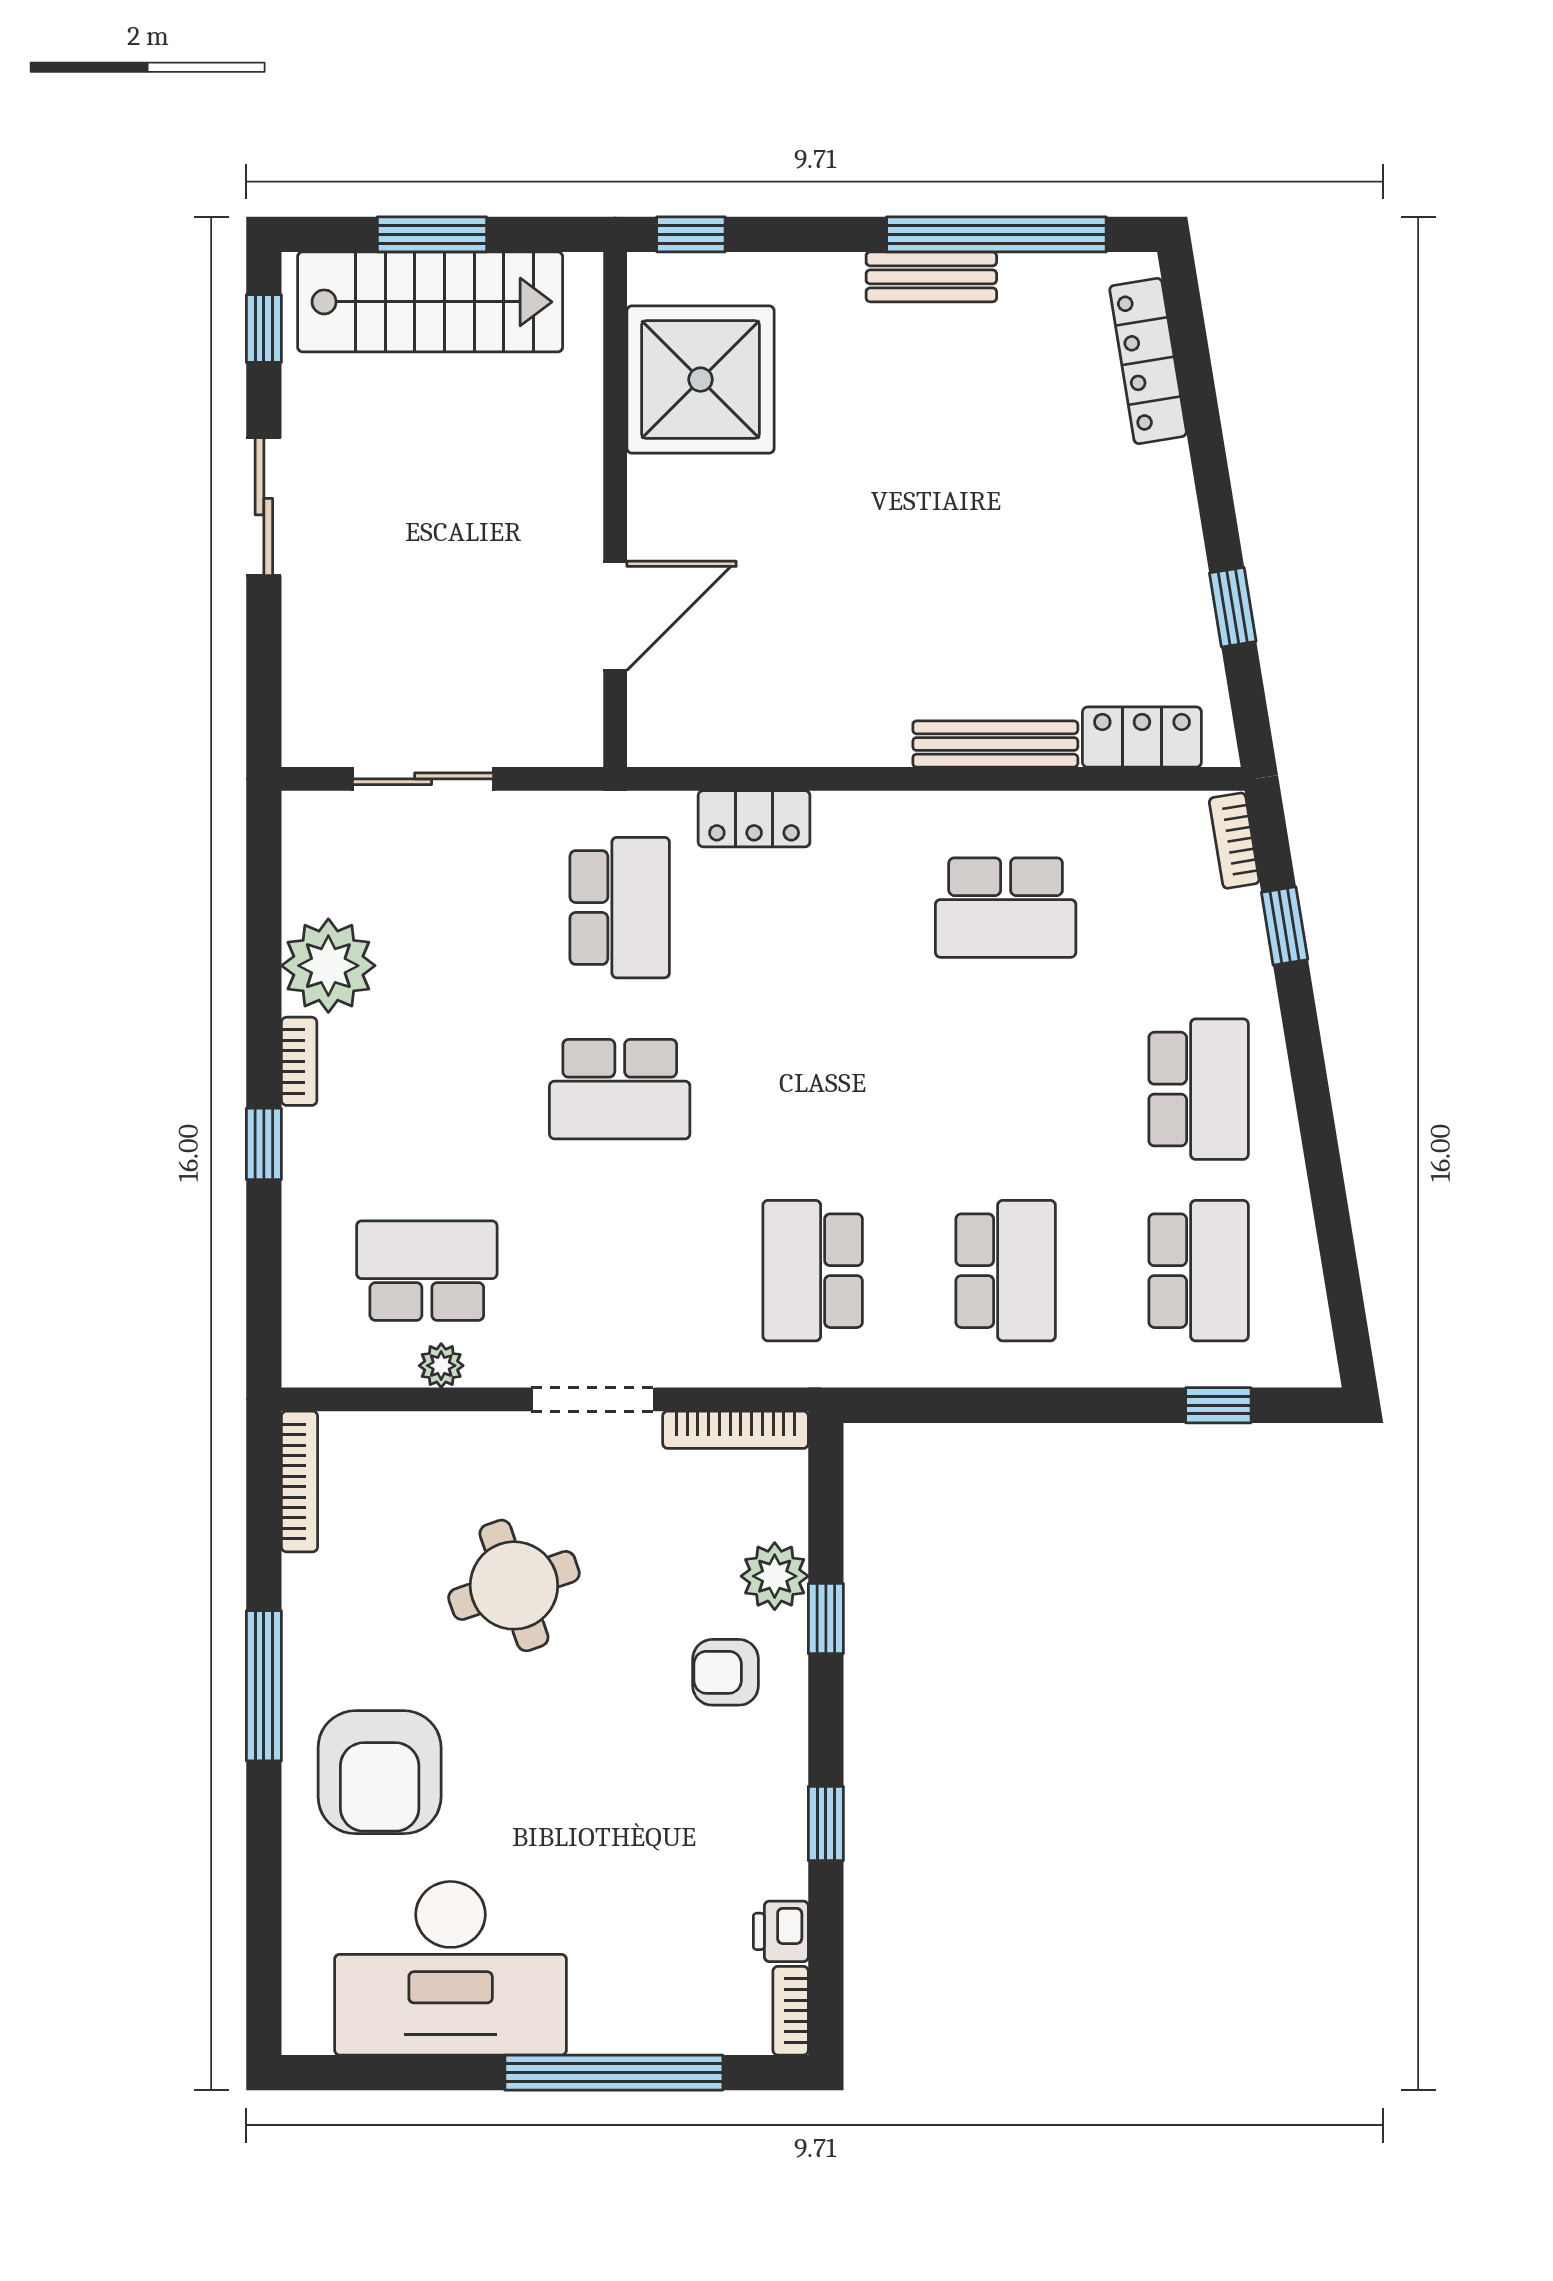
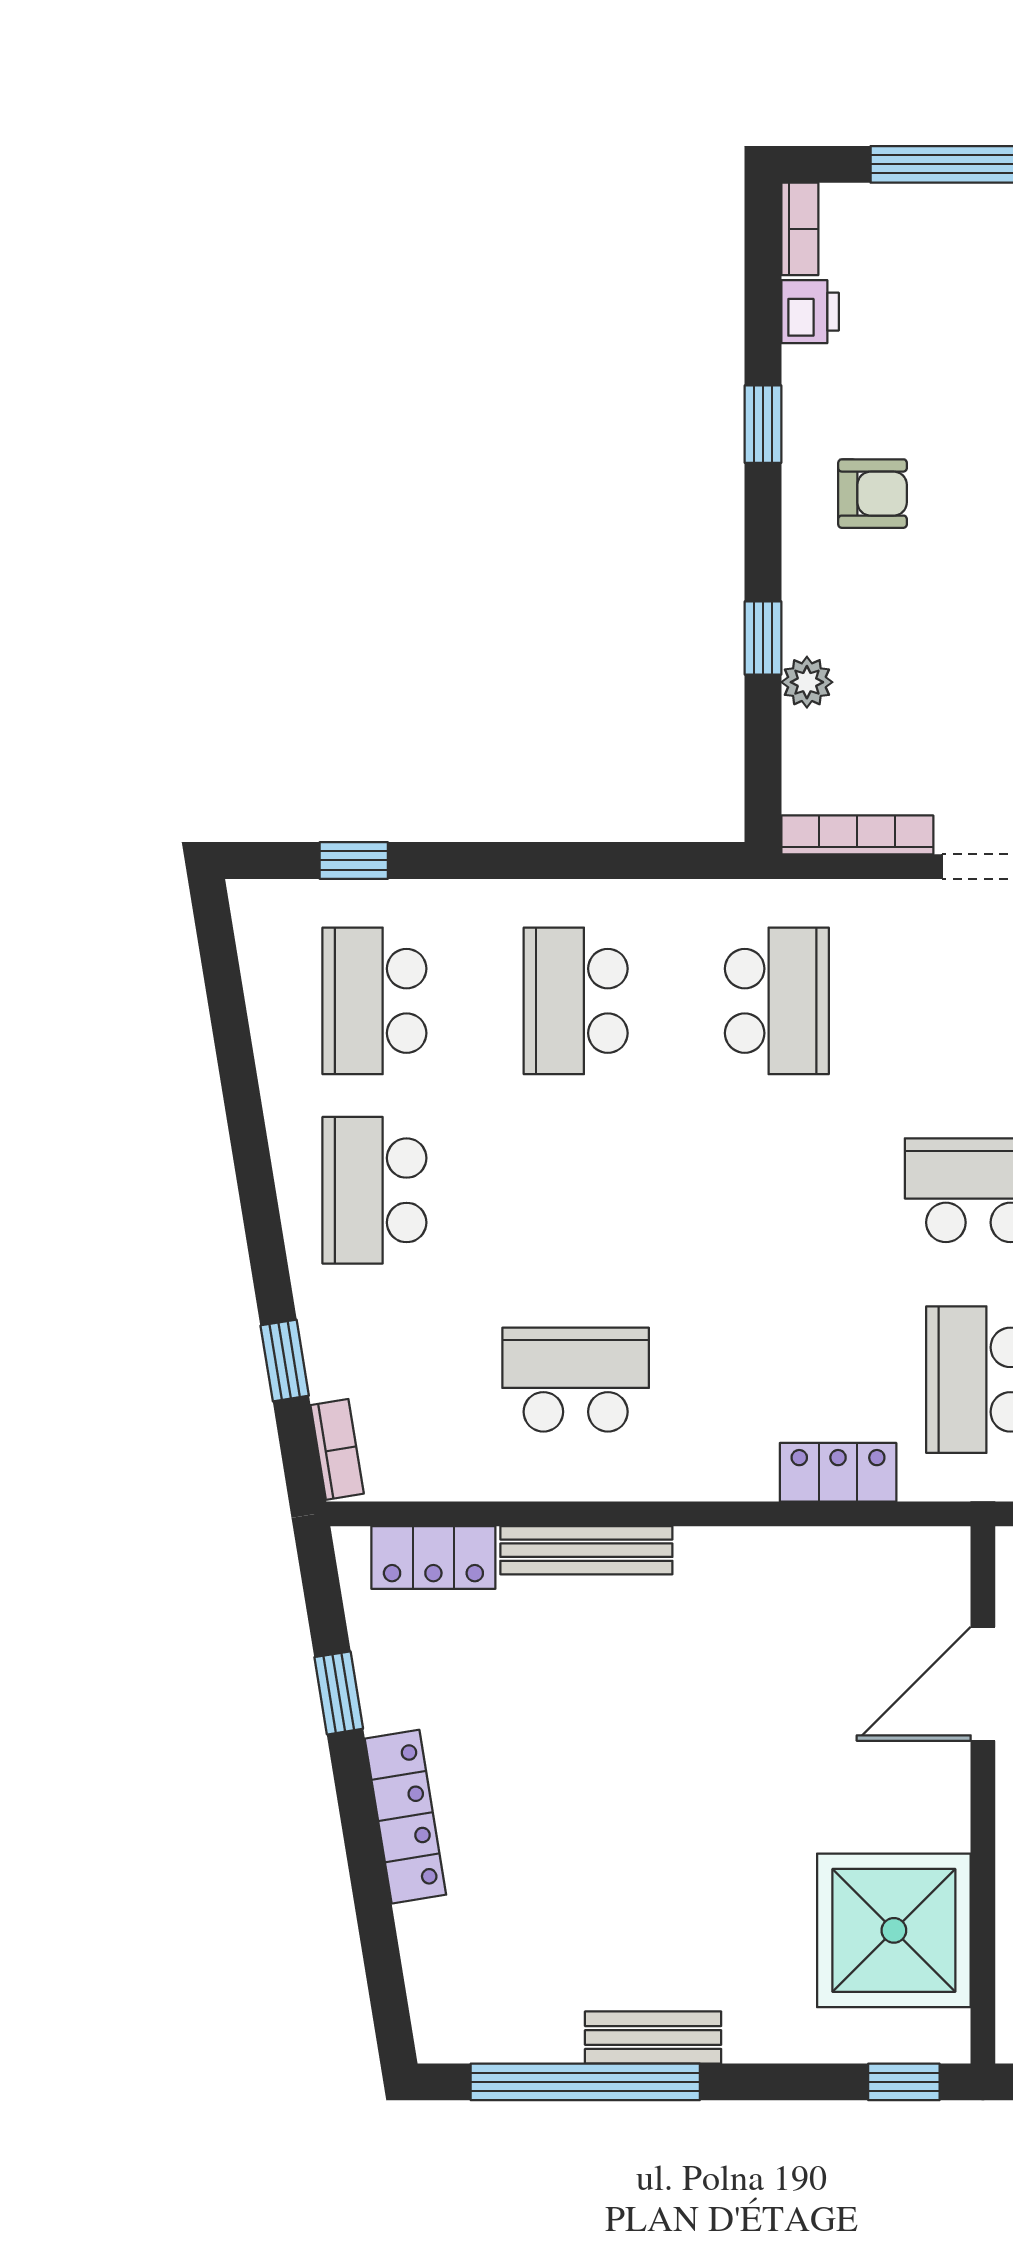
locker: (1148, 361) -> (405, 1817), moved
plant: (775, 1576) -> (807, 682), width x0.73, depth x0.73
armchair: (726, 1672) -> (873, 494), moved

